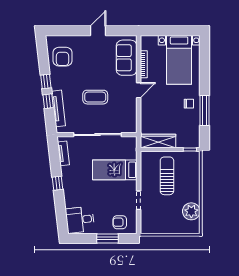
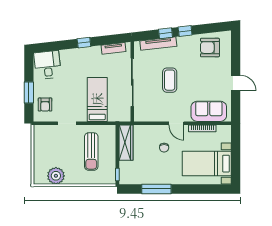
chair: (189, 104) -> (164, 148), moved
sun lounger: (167, 176) -> (91, 152), turned 90
armchair: (120, 222) -> (45, 105), turned 180

